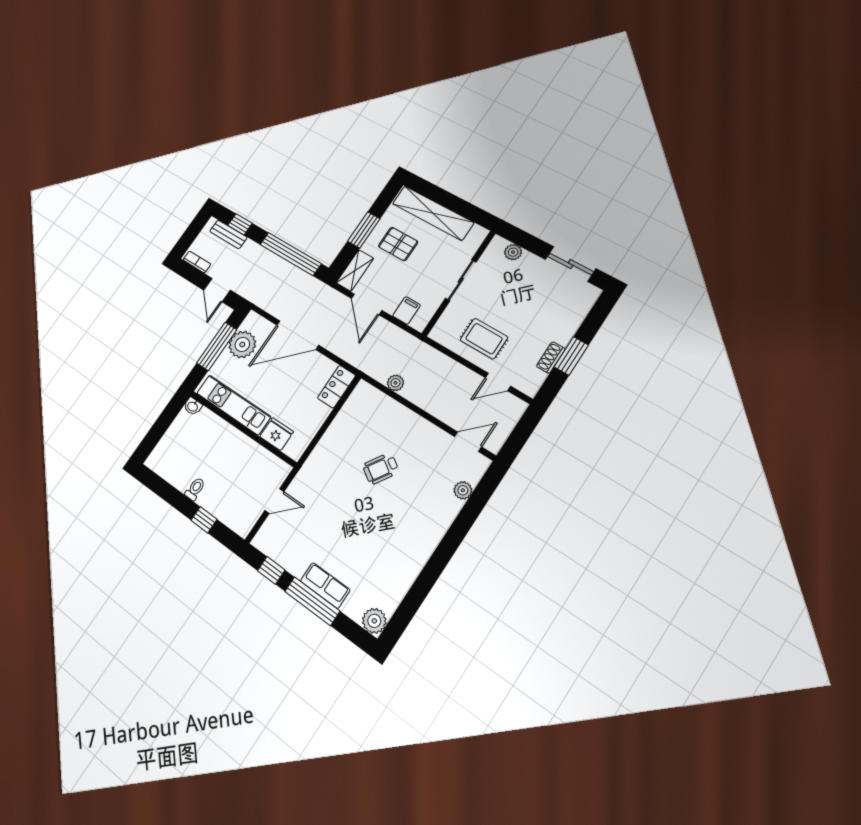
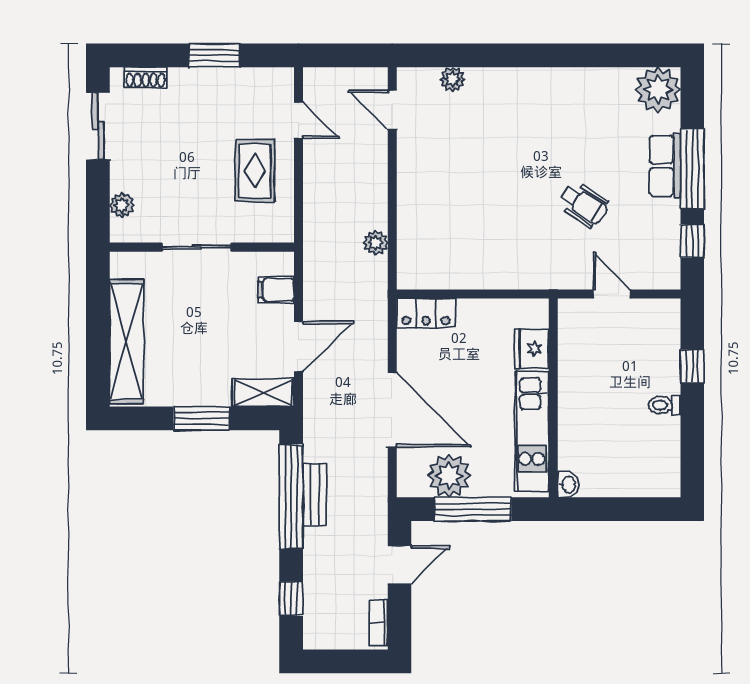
bench: (228, 234) -> (315, 495), moved
pallet: (398, 244) -> (195, 359), removed
shoe rack: (551, 358) -> (146, 77), moved
wheelchair: (381, 469) -> (584, 204), moved
plant: (374, 621) -> (658, 90), width x1.36, depth x1.36

